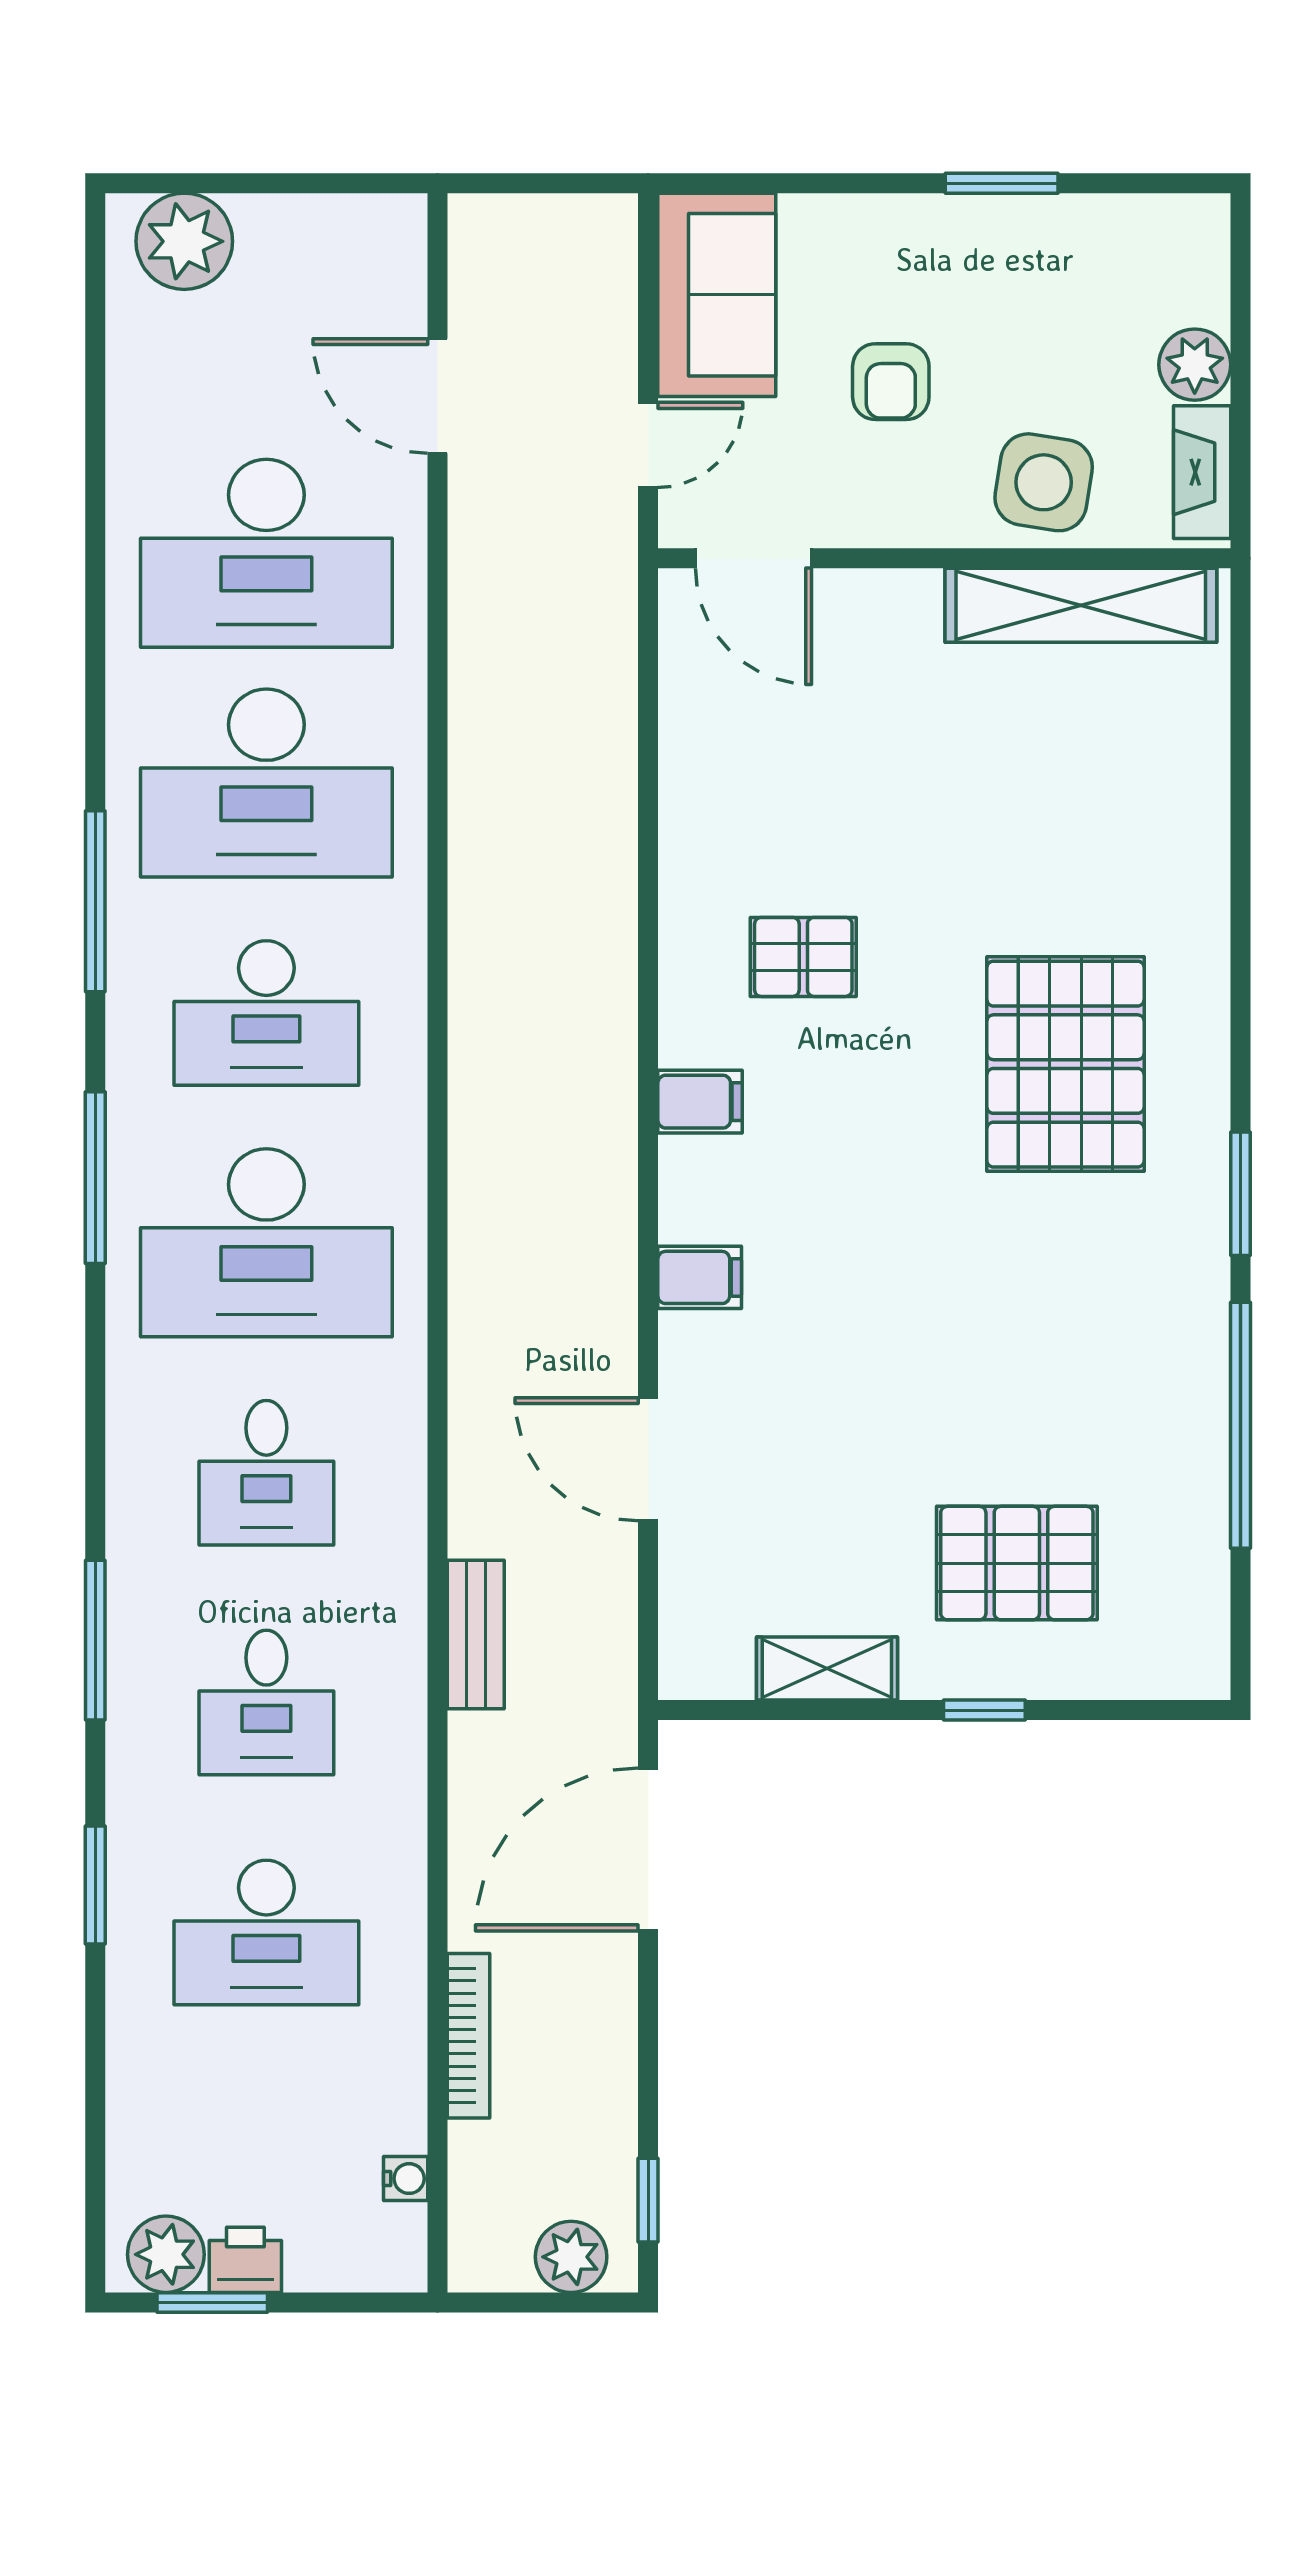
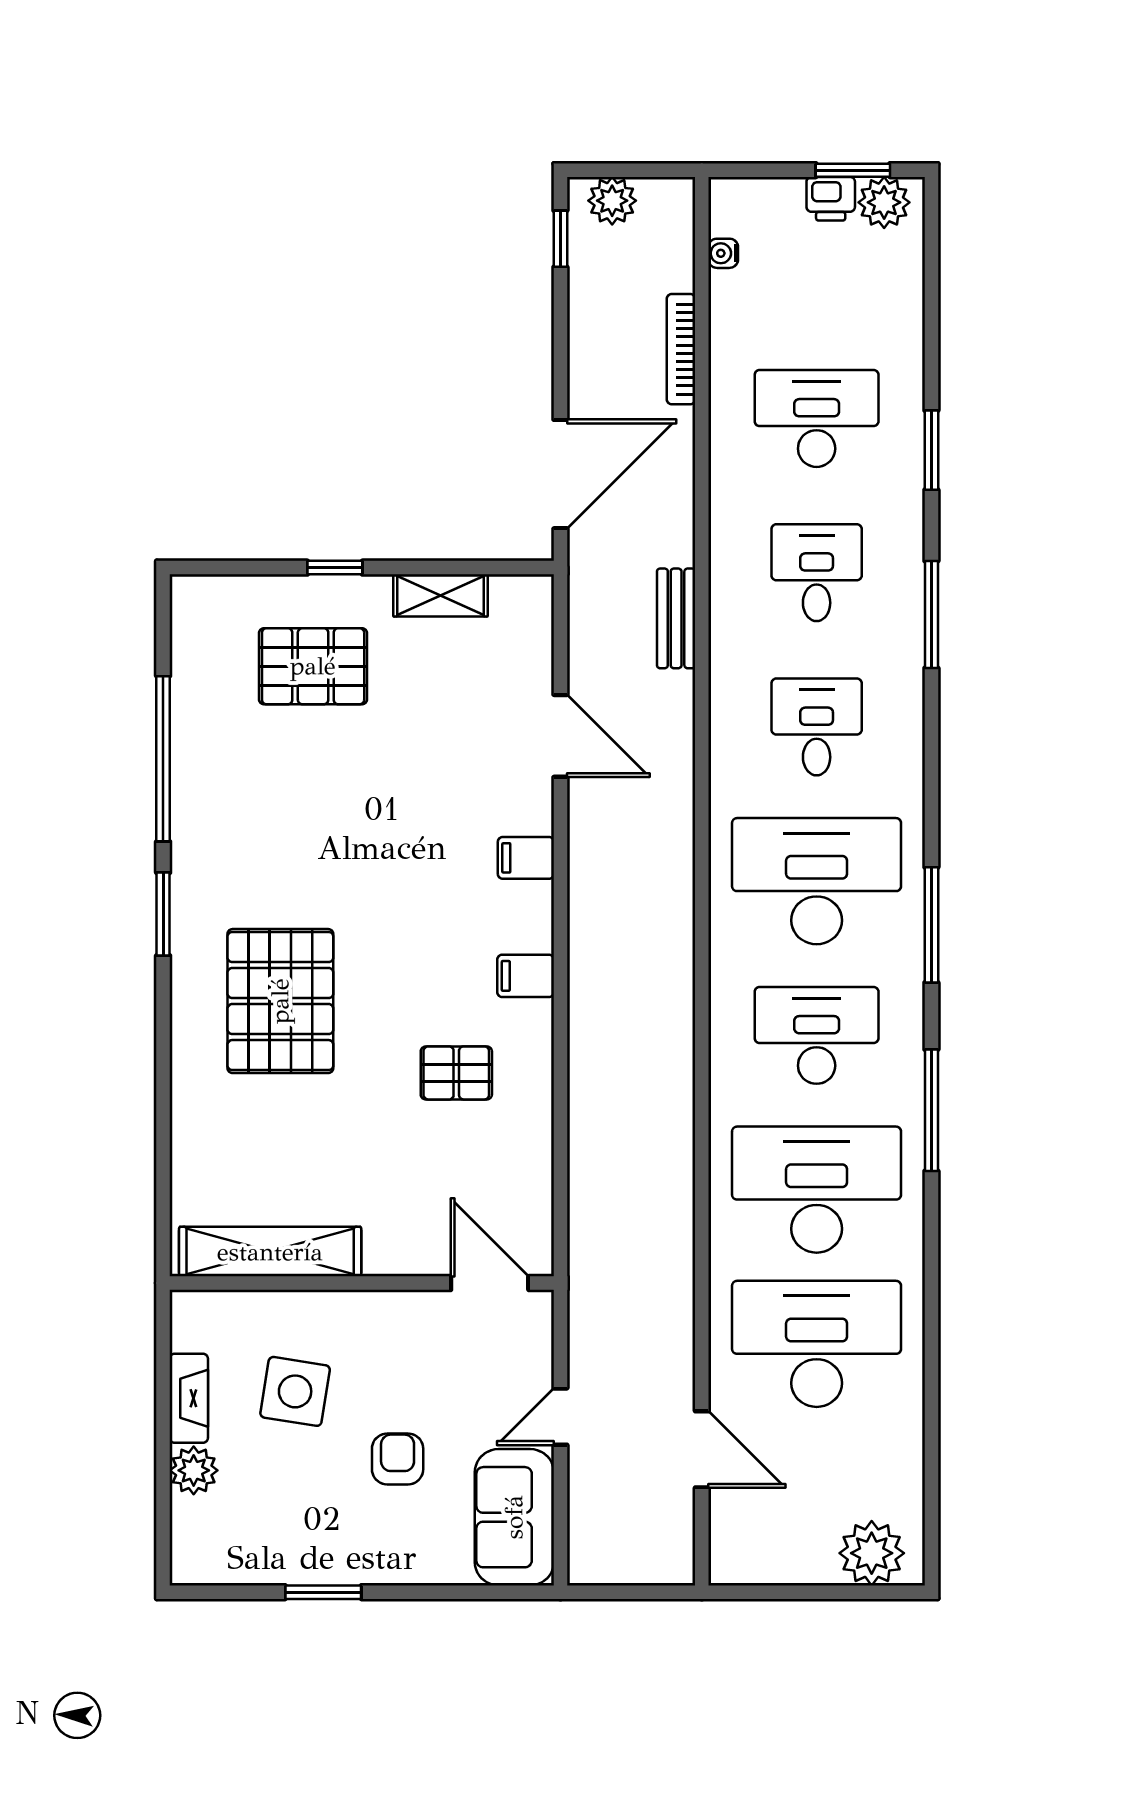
door: (754, 558) -> (490, 1283), moved
wall: (944, 558) -> (362, 1283), moved
shelving: (1081, 605) -> (270, 1252), moved

